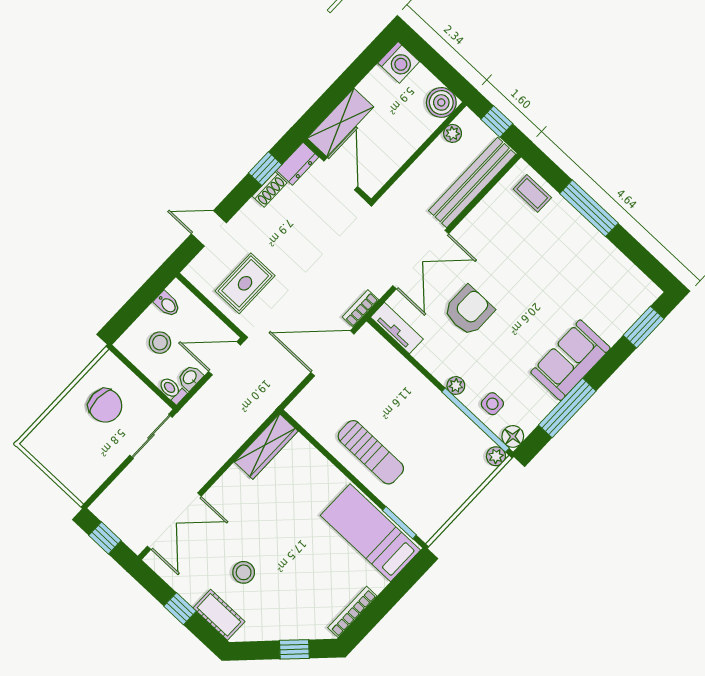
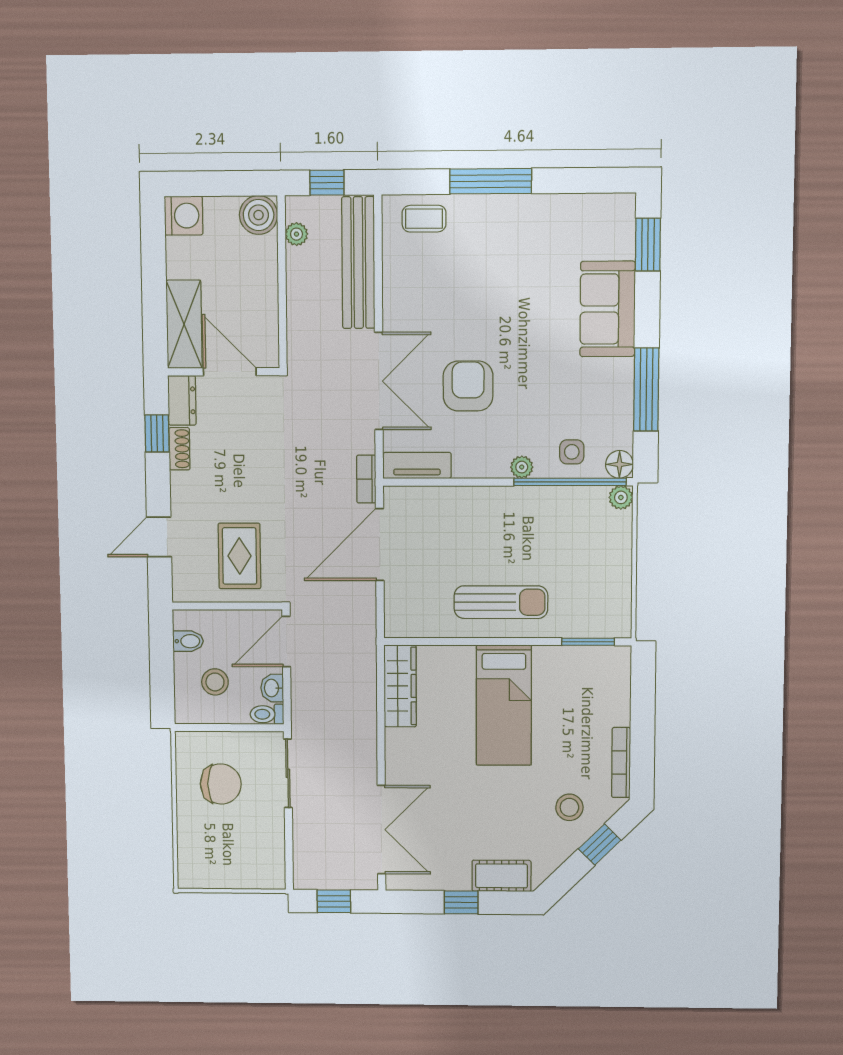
sofa: (570, 360) -> (608, 309), moved
bed: (370, 533) -> (504, 705), moved, turned -90
stool: (244, 572) -> (569, 807), moved

